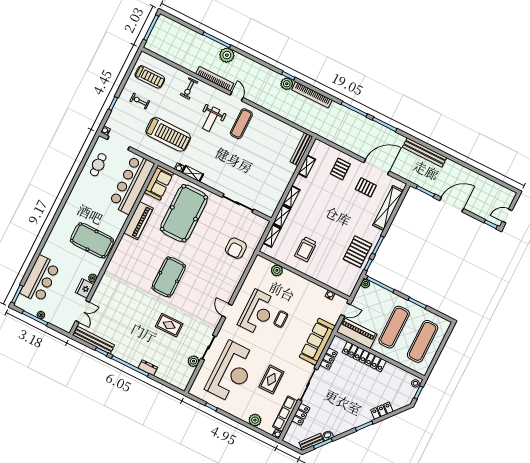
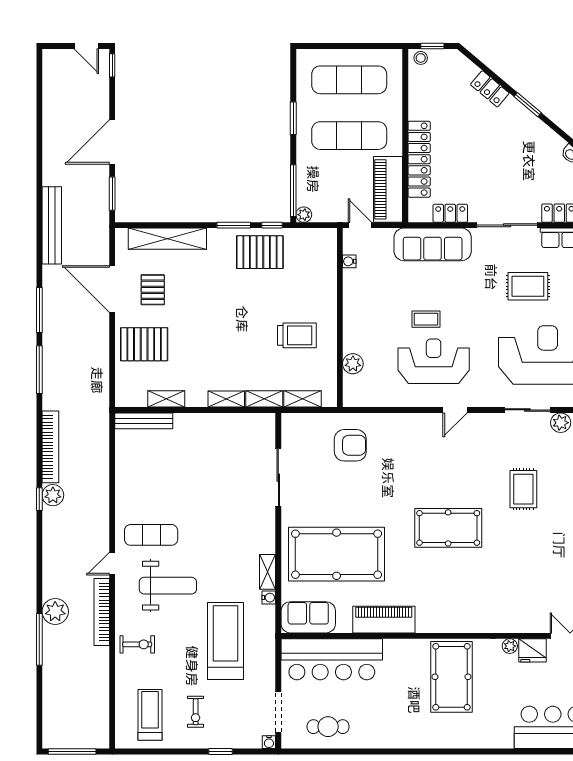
weight bench: (211, 119) -> (168, 586), width x1.36, depth x1.33
pallet: (340, 169) -> (144, 344), width x1.50, depth x1.42
door: (452, 205) -> (112, 142), hinge flipped

